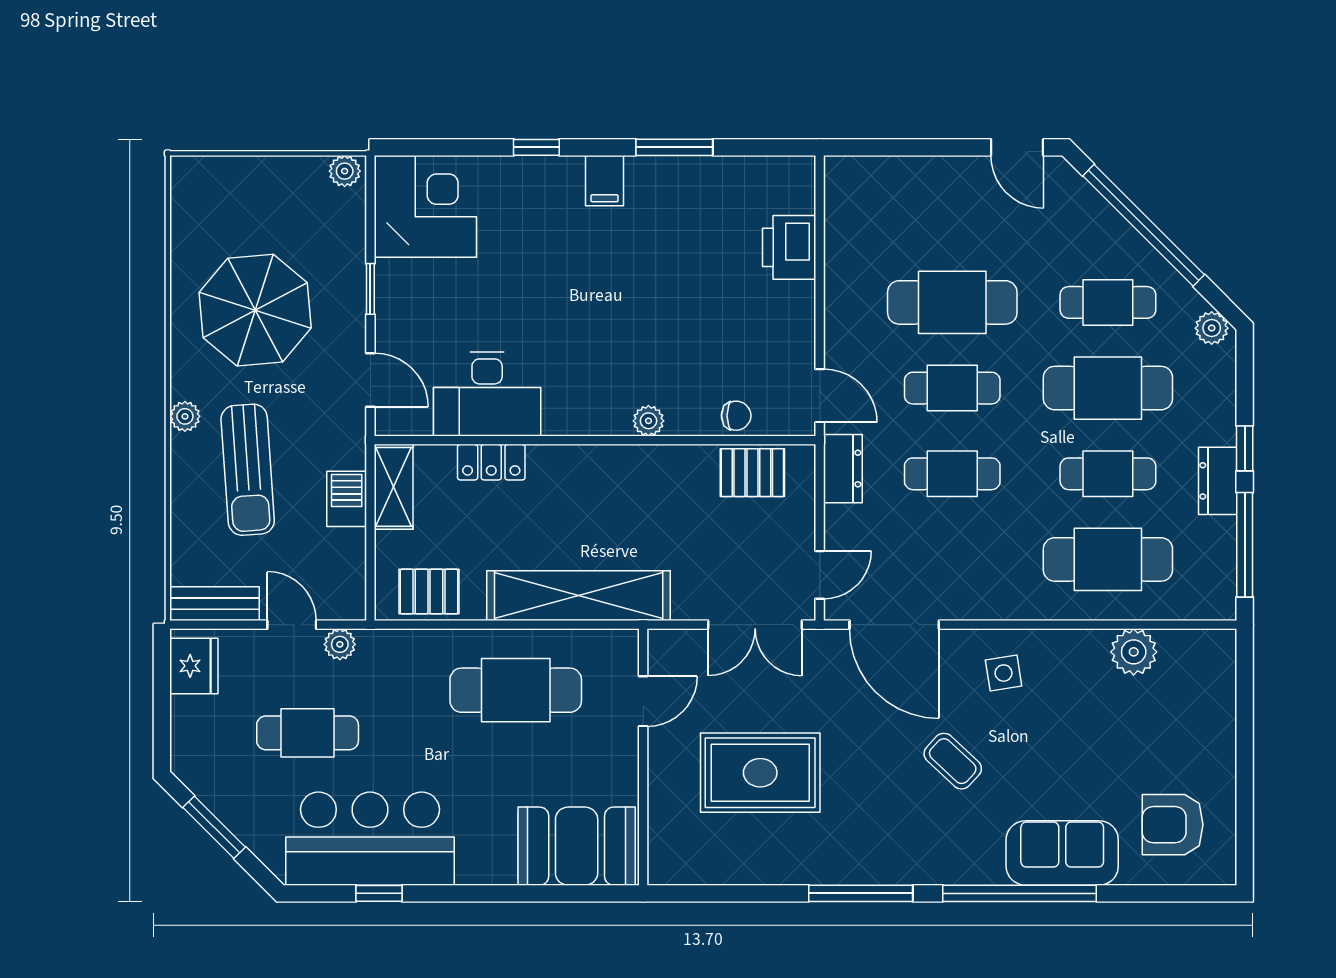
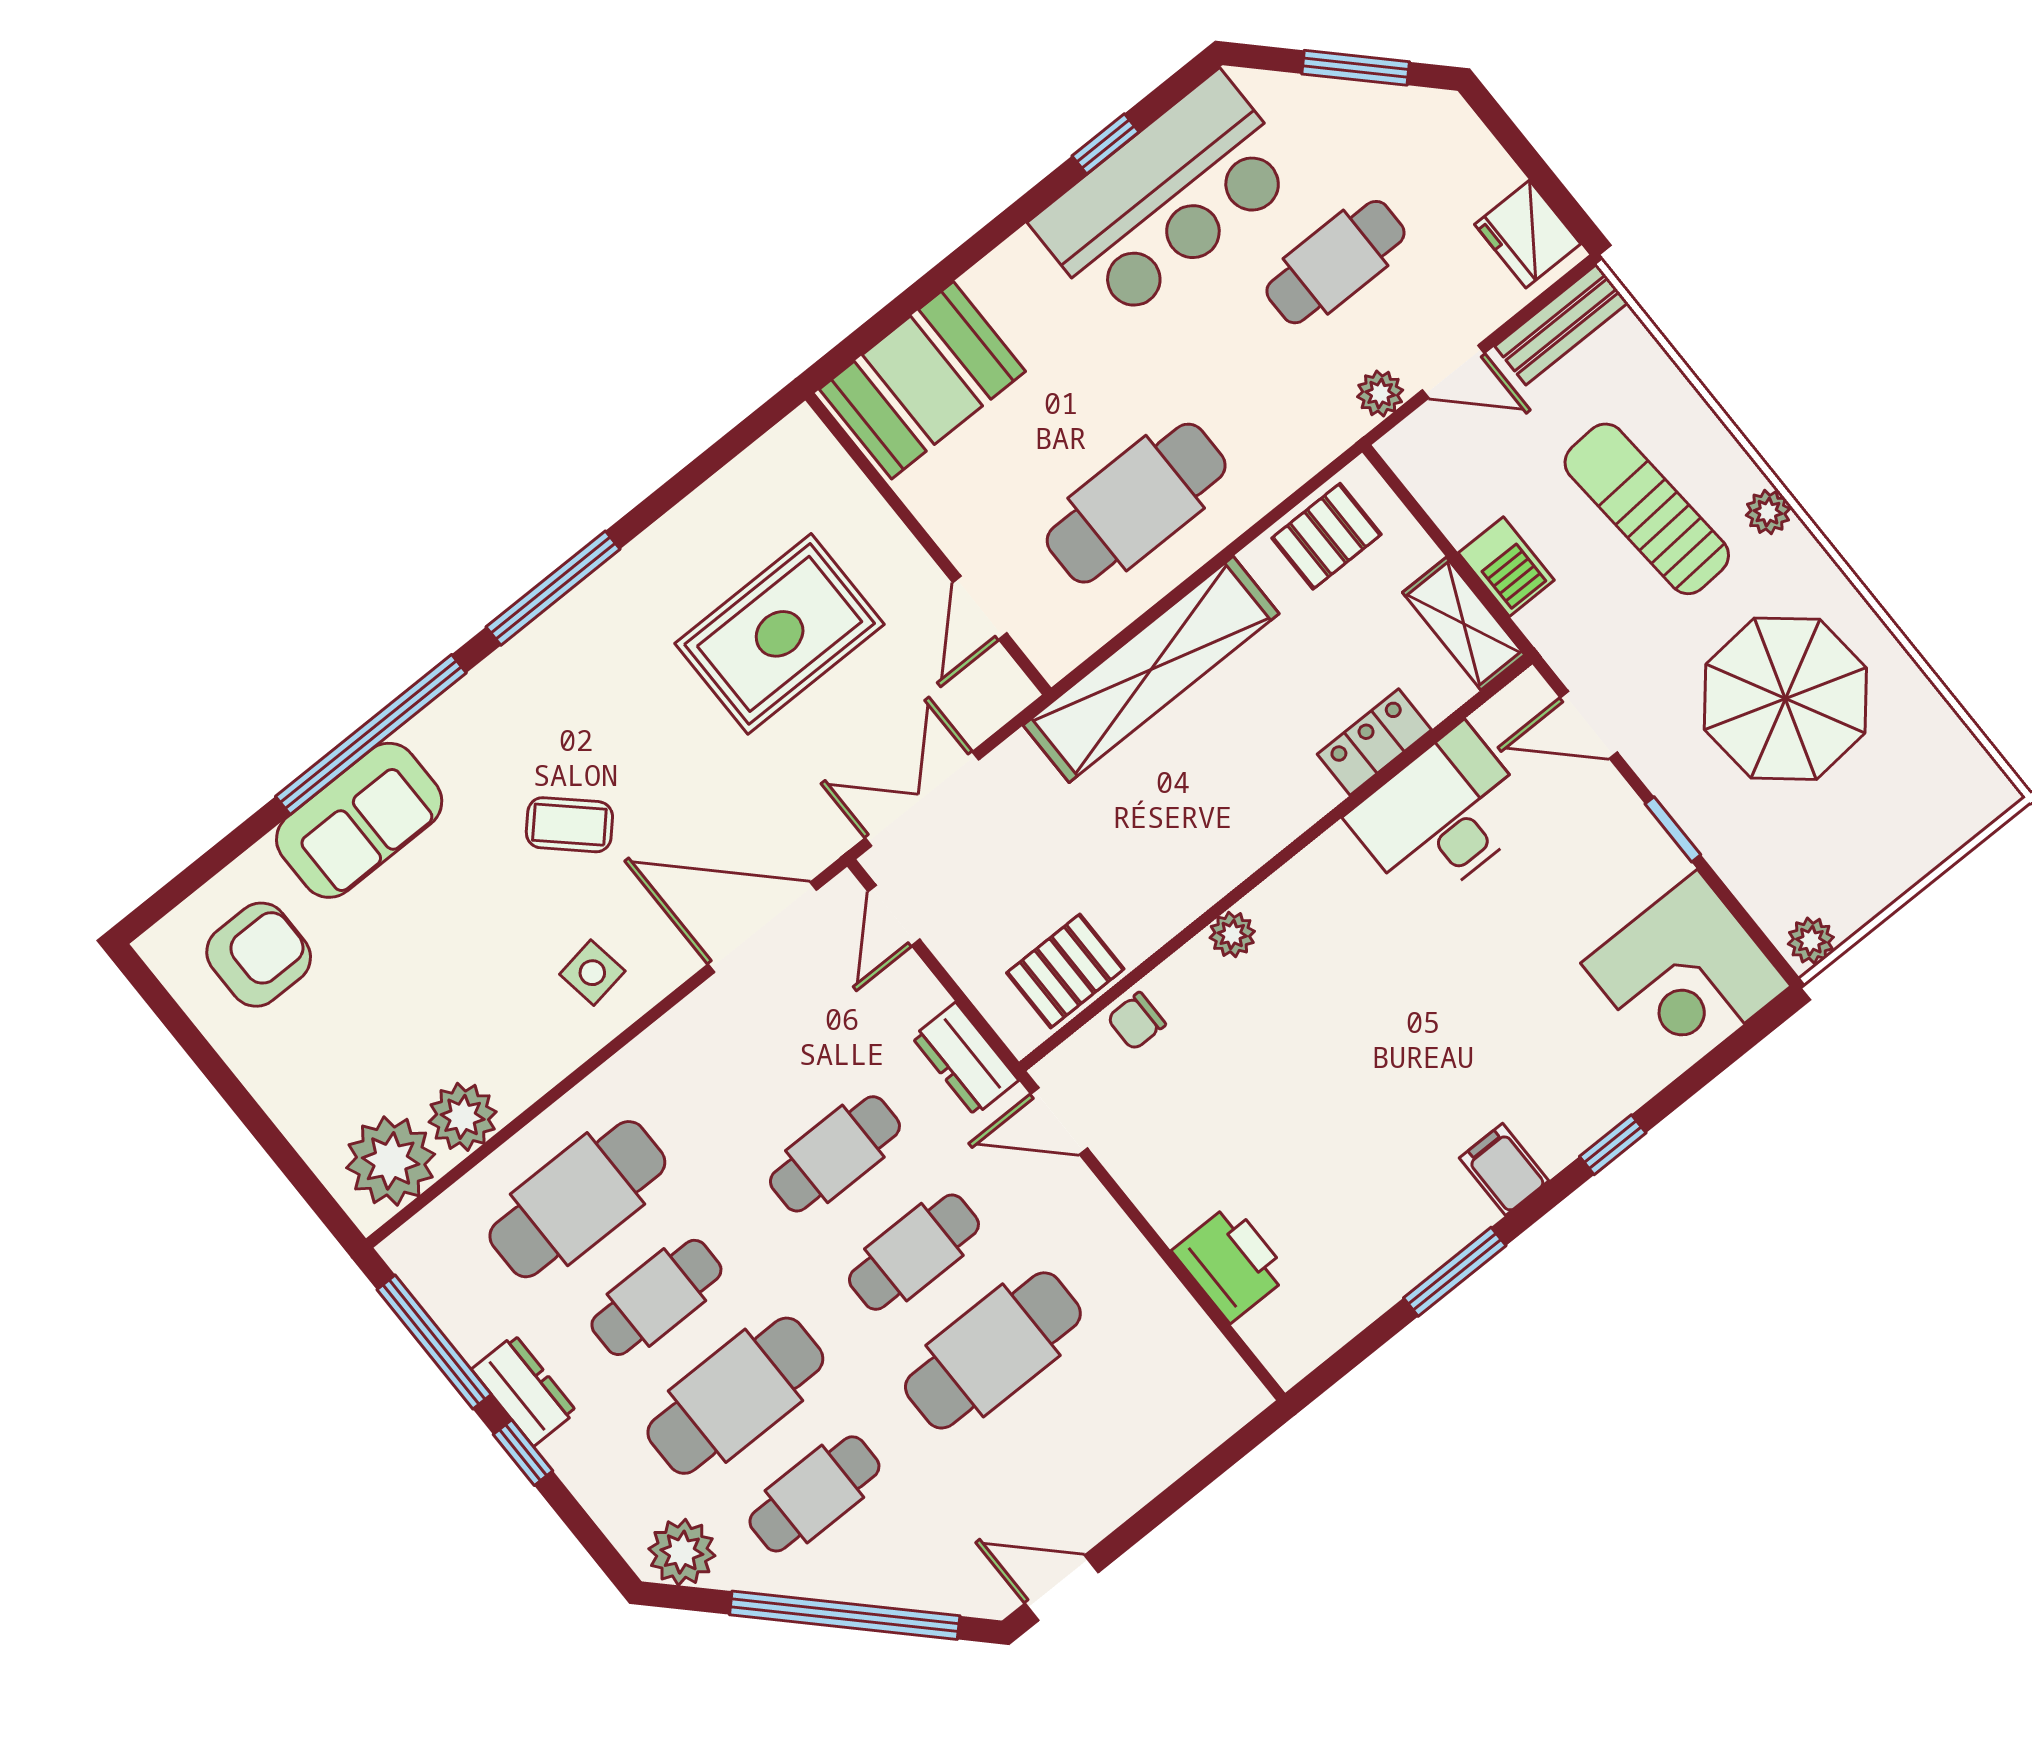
plant: (1212, 328) -> (682, 1552), width x1.38, depth x1.38
plant: (1191, 659) -> (391, 1161), added

